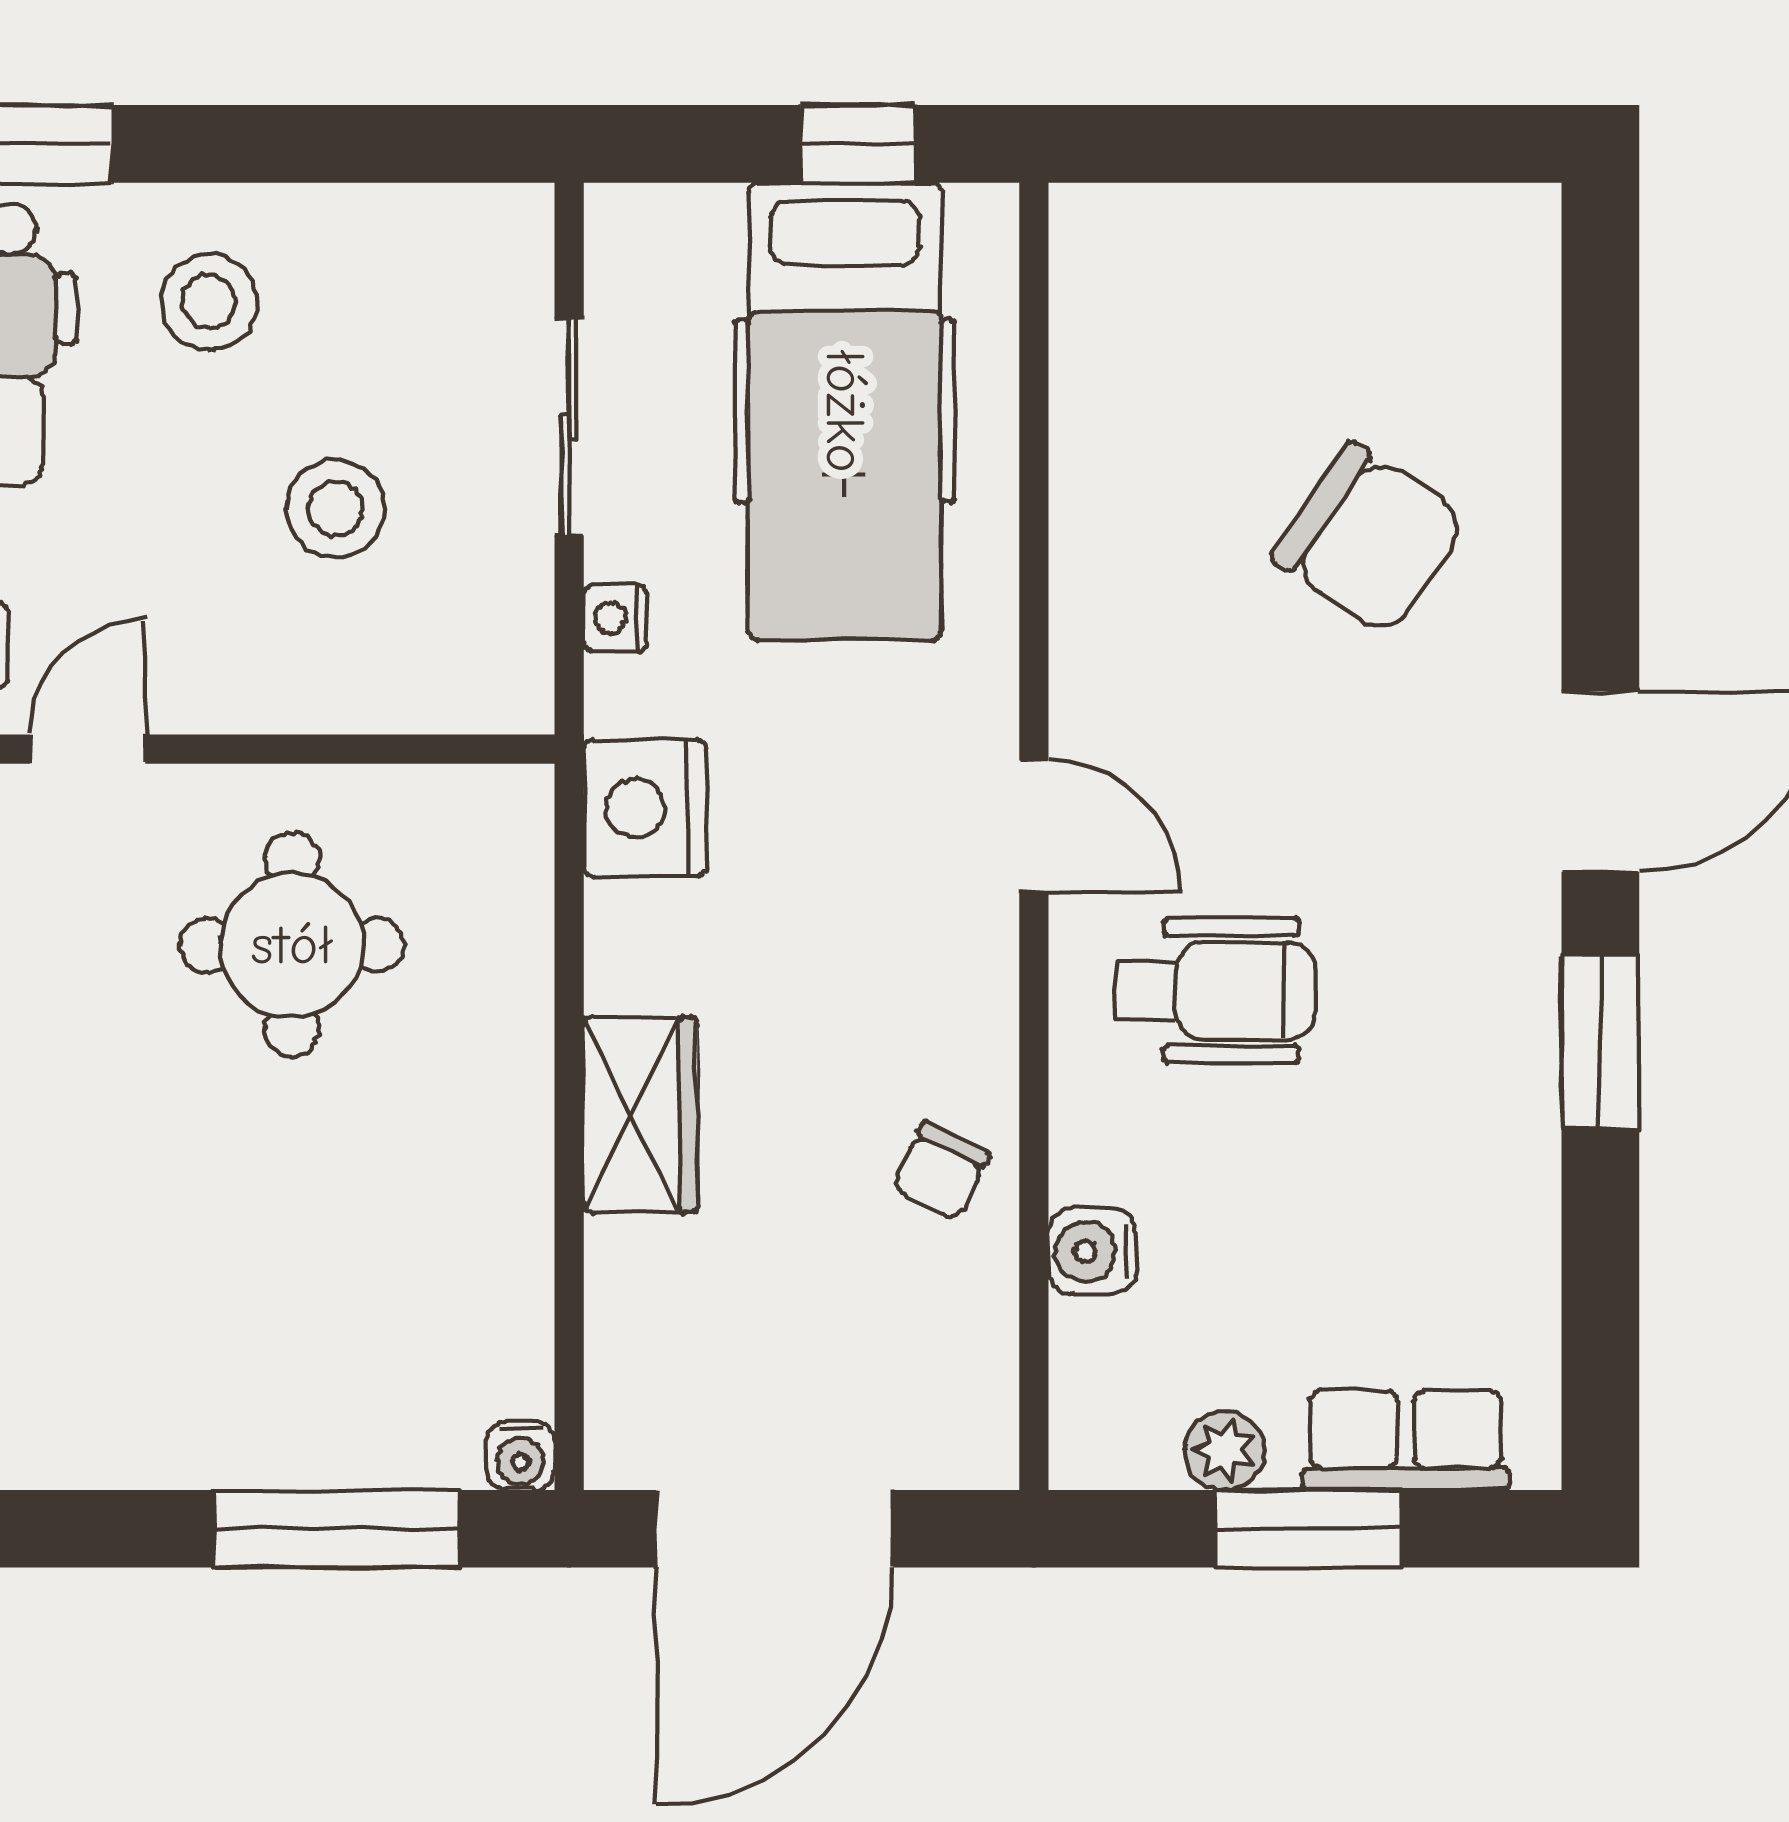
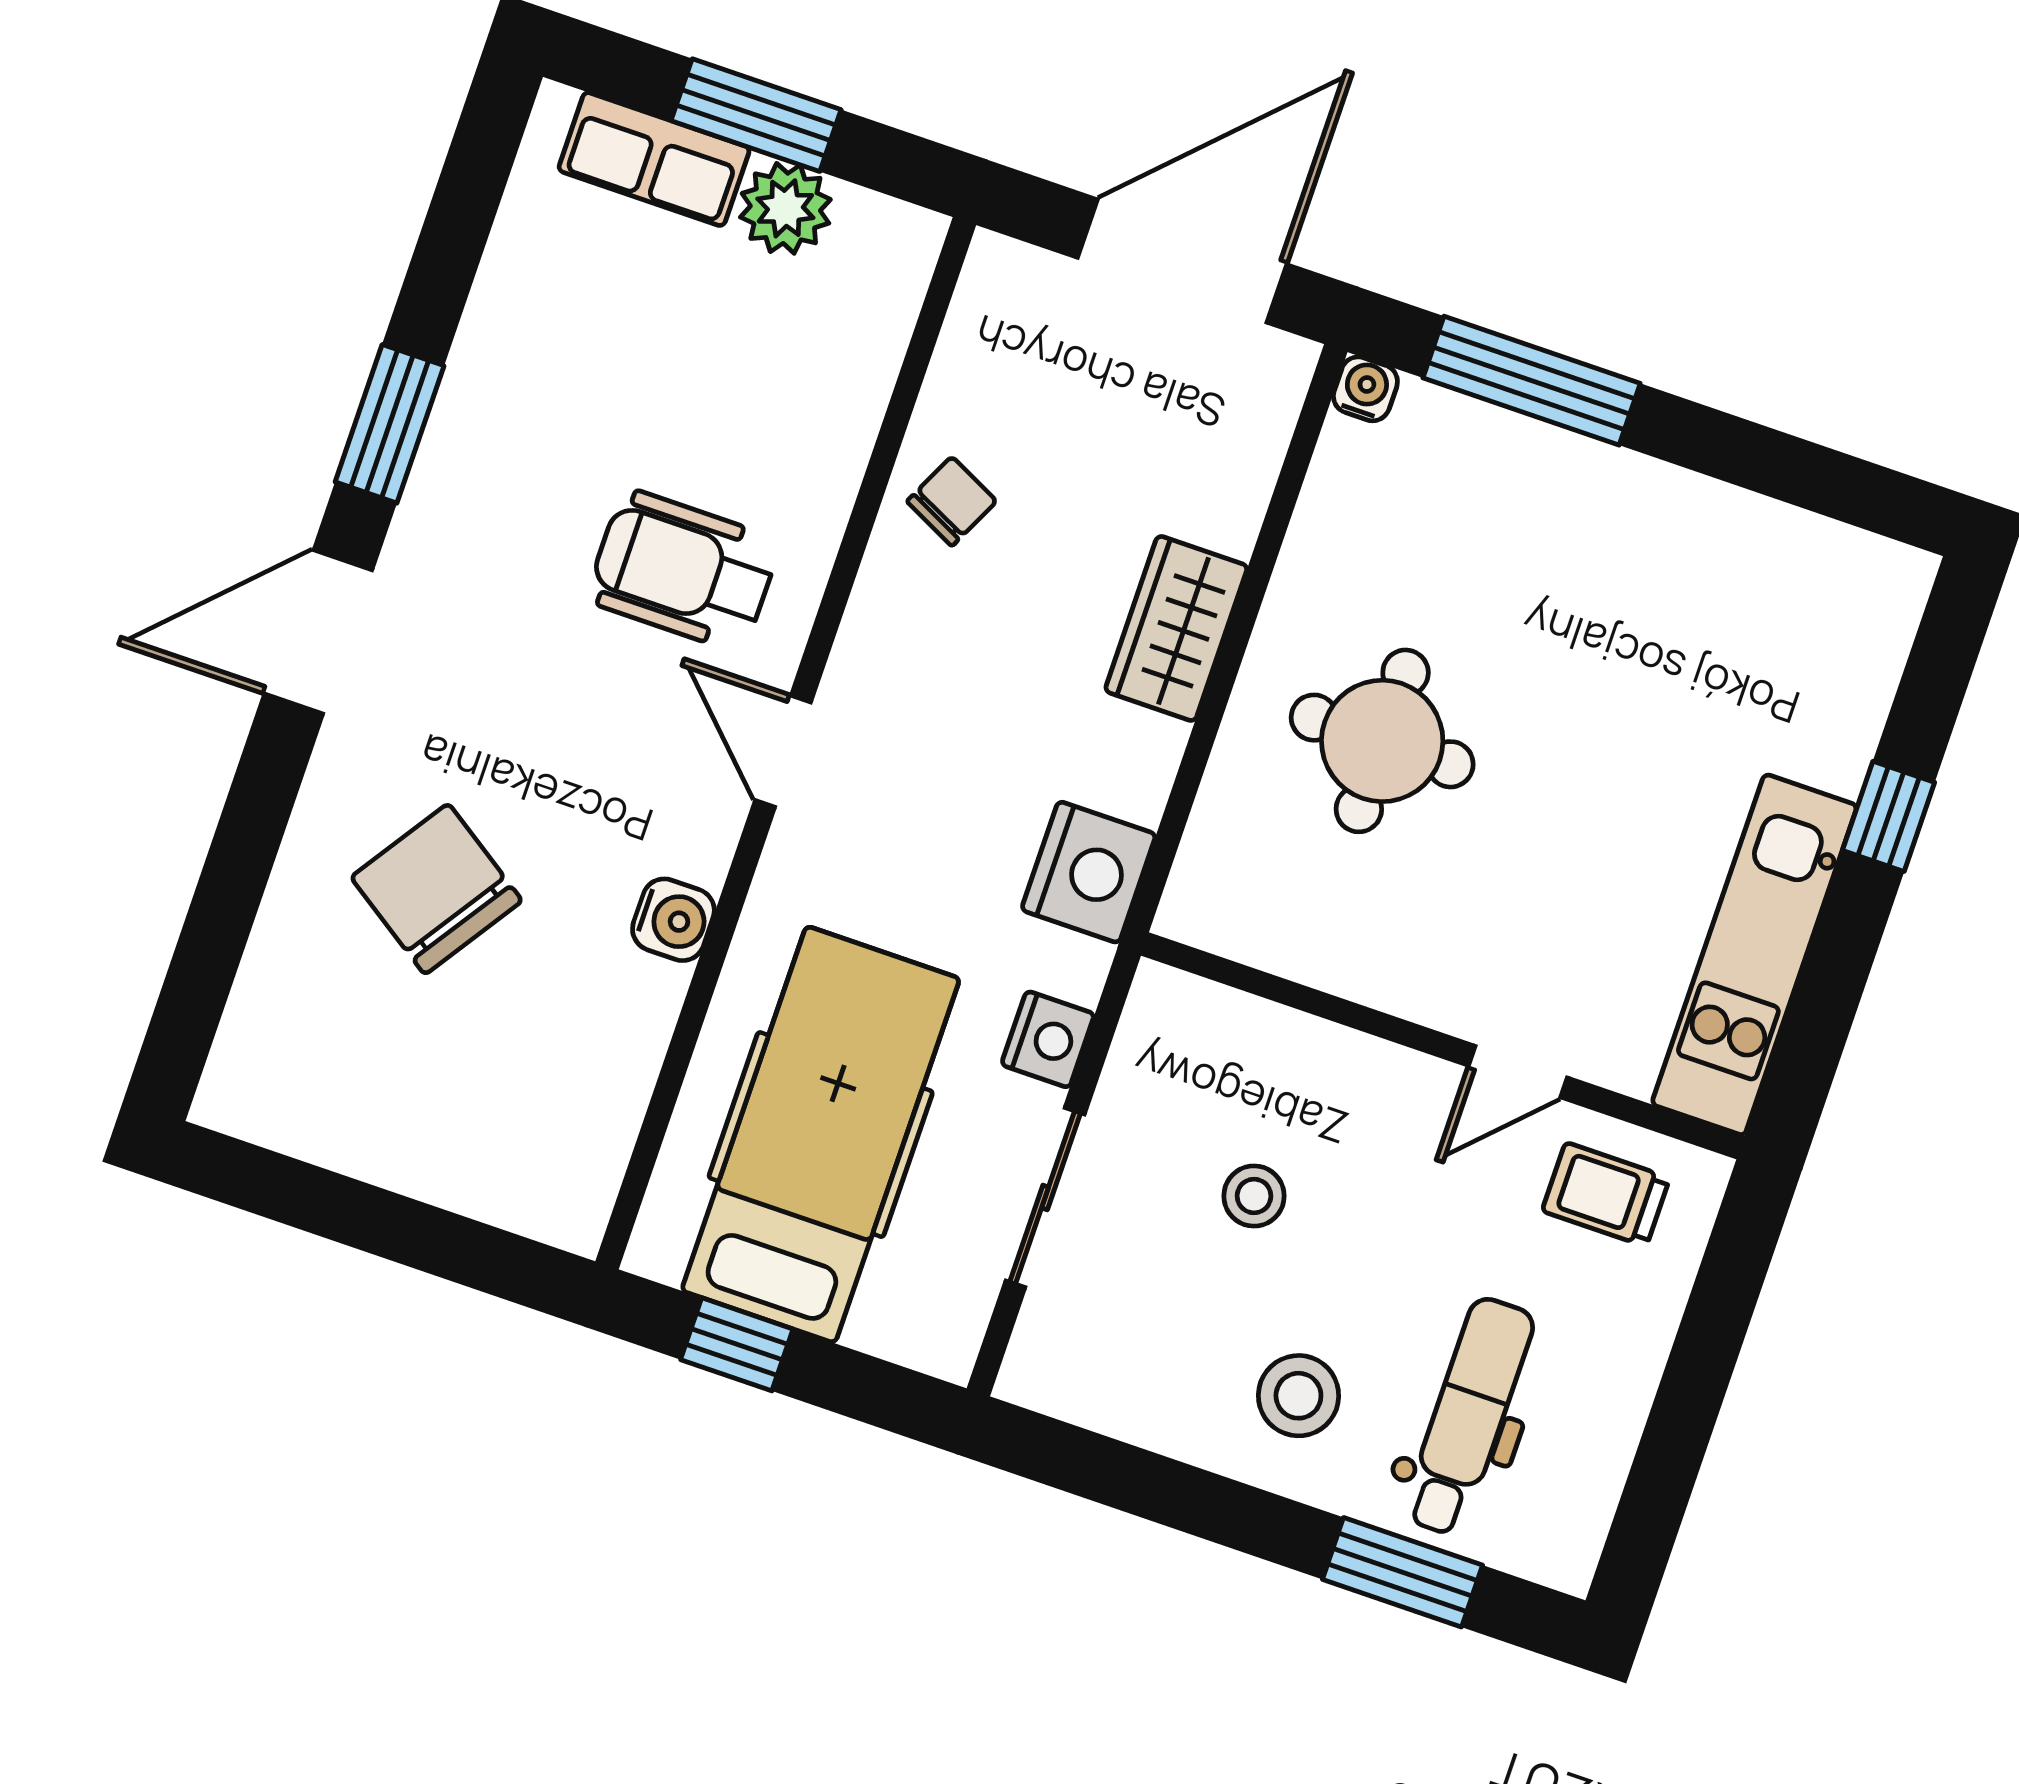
stool: (335, 509) -> (1254, 1196), width x0.73, depth x0.73
nightstand: (615, 618) -> (1048, 1039), width x1.39, depth x1.35
round table: (292, 945) -> (1382, 741), moved
water cooler: (1092, 1251) -> (673, 920), moved
plant: (1225, 1450) -> (785, 208), width x1.38, depth x1.38

